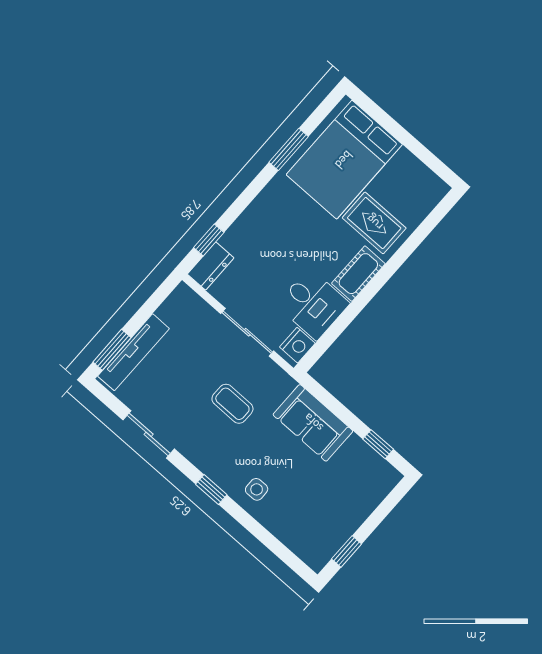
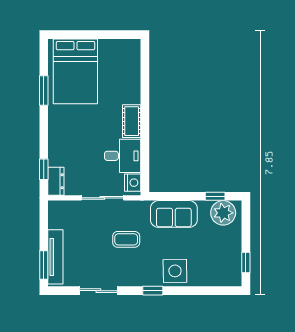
rug: (374, 223) -> (118, 90), removed
plant: (371, 471) -> (223, 213), added
side table: (257, 489) -> (175, 271), width x1.87, depth x1.87

